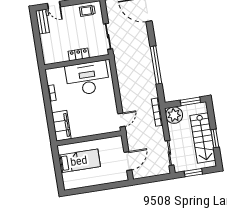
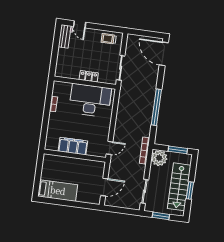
filing cabinet: (61, 126) -> (73, 146), moved, turned -90
bed: (79, 161) -> (58, 191), moved

